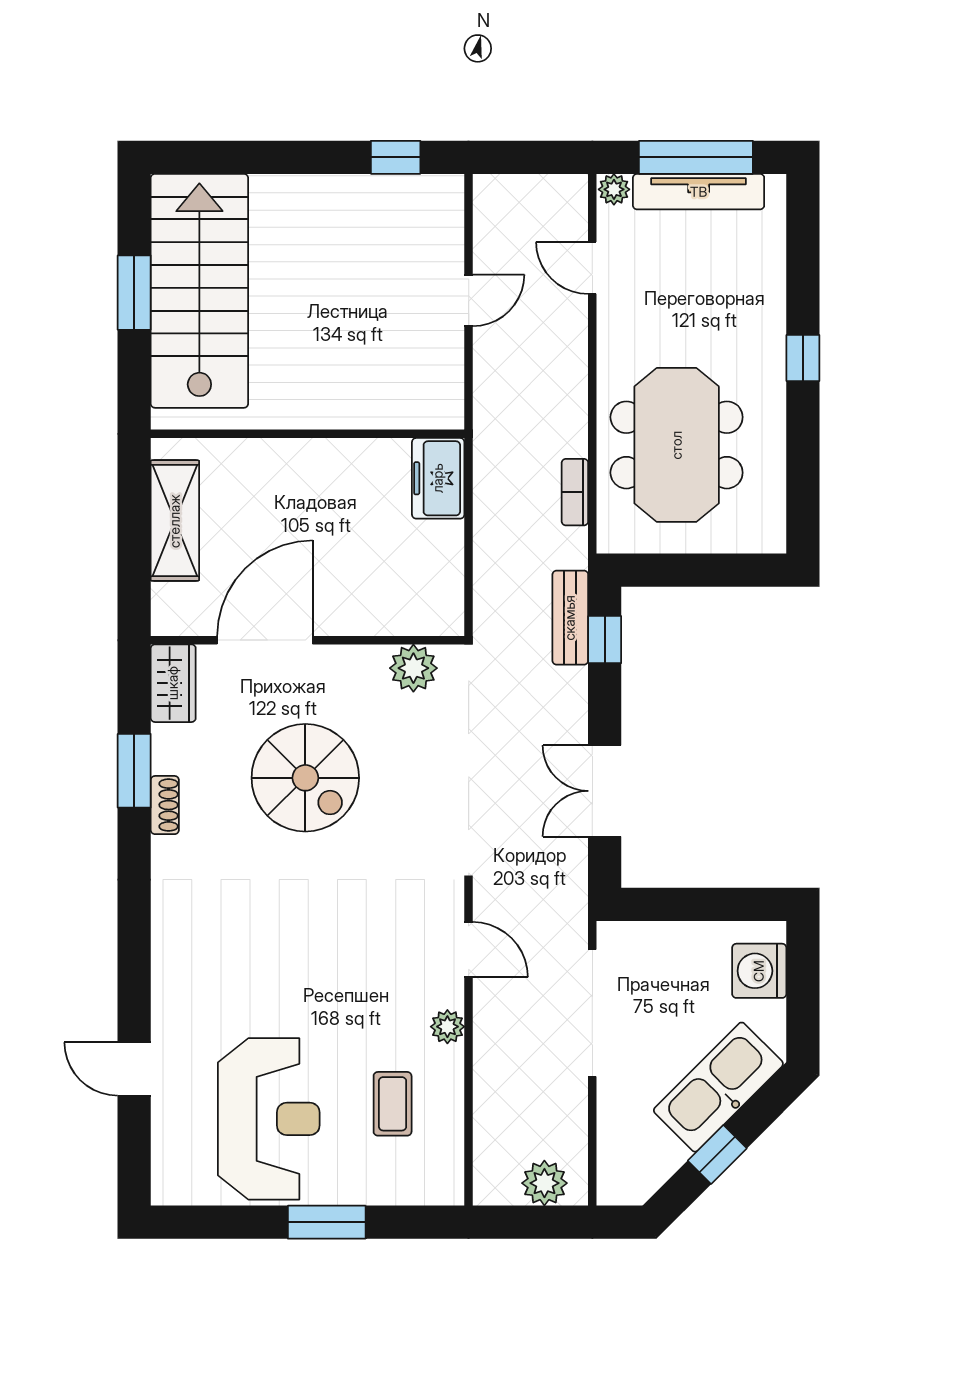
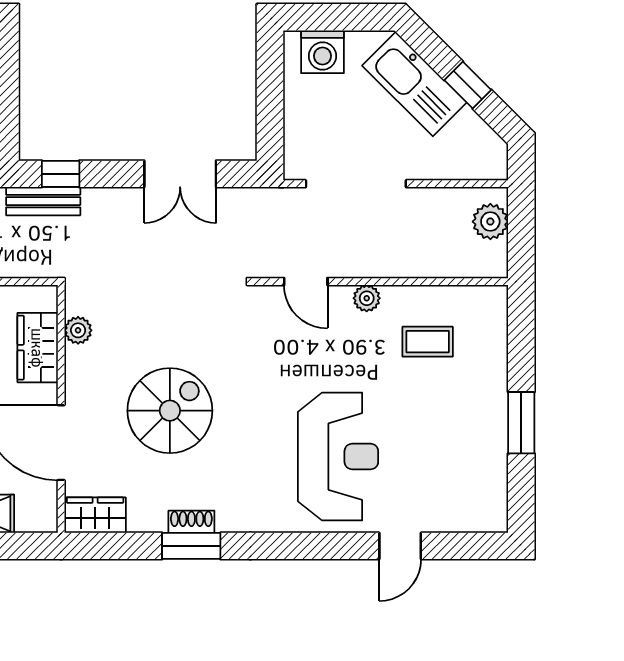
wardrobe: (385, 611) -> (38, 348), added
plant: (413, 668) -> (78, 330), width x0.73, depth x0.73
window: (134, 771) -> (191, 546), moved
door: (469, 950) -> (306, 282), swing flipped
reception desk: (269, 1119) -> (338, 457), moved, turned 90
window: (327, 1222) -> (521, 423), moved

